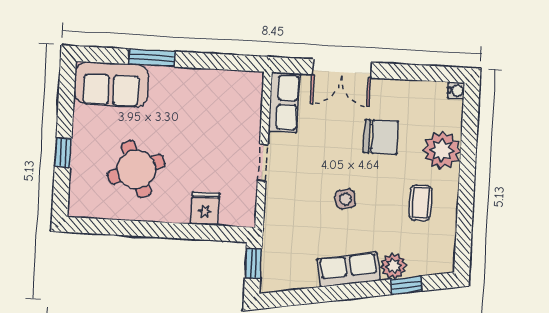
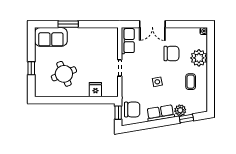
chair: (285, 258) -> (132, 109), added

